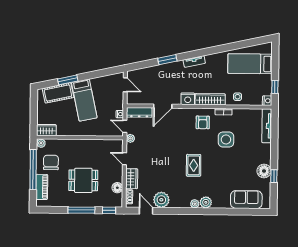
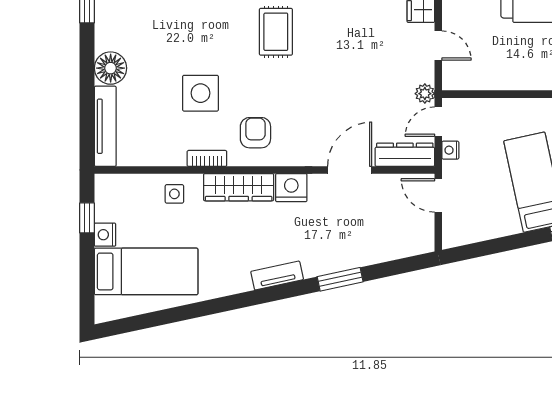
door: (125, 85) -> (438, 195), moved
nightstand: (267, 101) -> (105, 235), moved
door: (125, 126) -> (438, 122), swing flipped
floor lamp: (264, 171) -> (111, 68), moved

